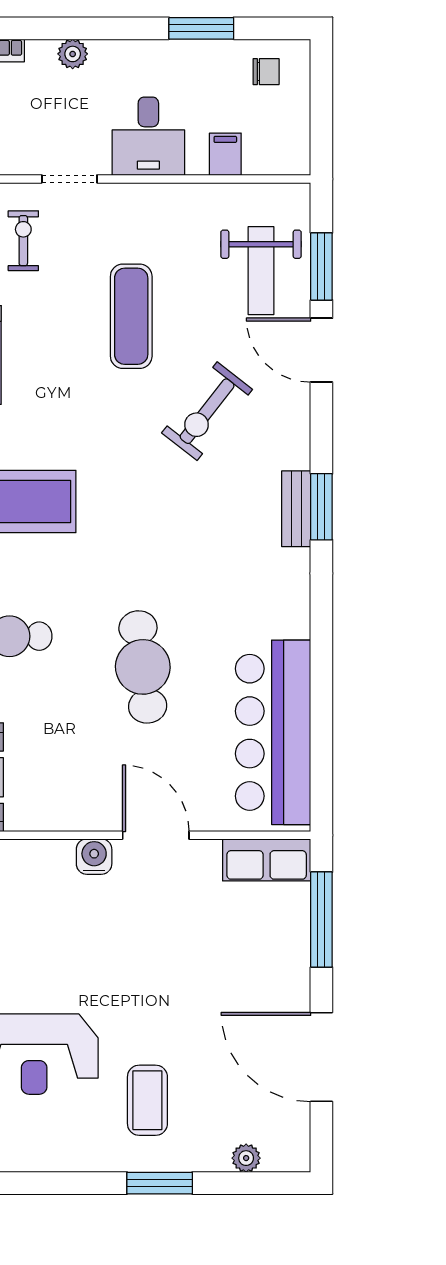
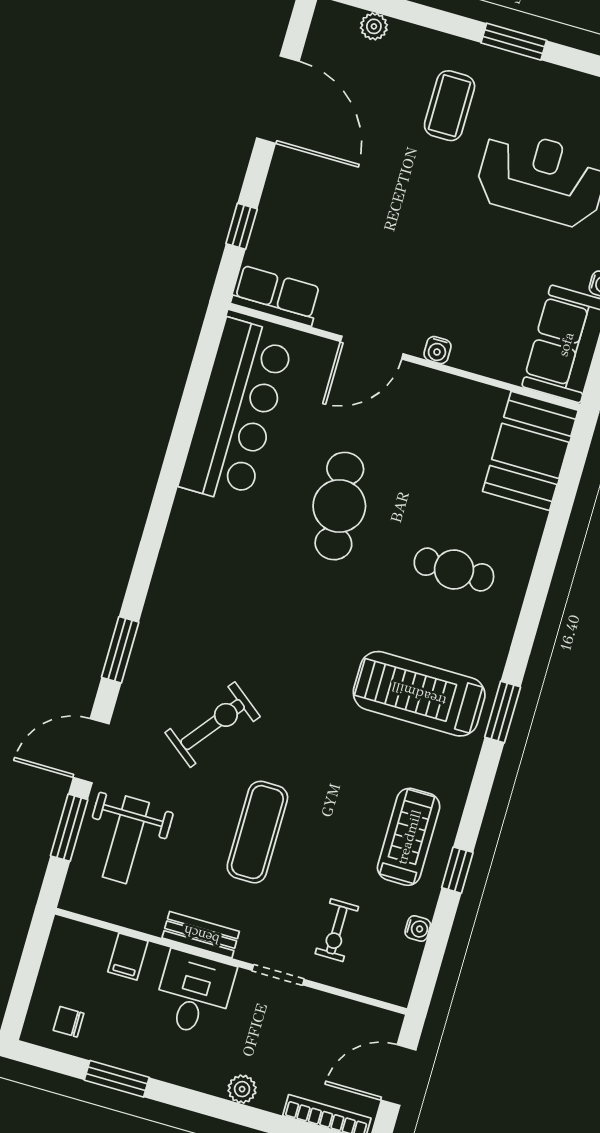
weight bench: (261, 271) -> (126, 840), turned 180
door: (321, 350) -> (91, 751), swing flipped
window: (321, 507) -> (120, 650), moved
bench: (296, 509) -> (201, 935), moved, turned 90
door: (156, 835) -> (372, 348), hinge flipped
water cooler: (94, 857) -> (438, 350), width x0.72, depth x0.72
window: (321, 920) -> (242, 226), width x0.46
window: (160, 1183) -> (514, 42), moved

